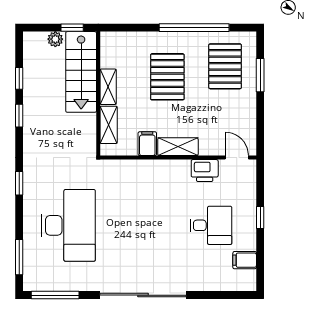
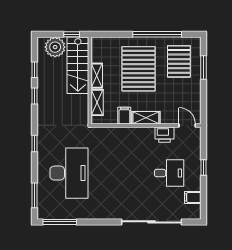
plant: (55, 39) -> (55, 47), width x1.87, depth x1.87
pallet: (167, 77) -> (138, 69), width x1.37, depth x1.41
sliding door: (143, 295) -> (151, 222), moved

